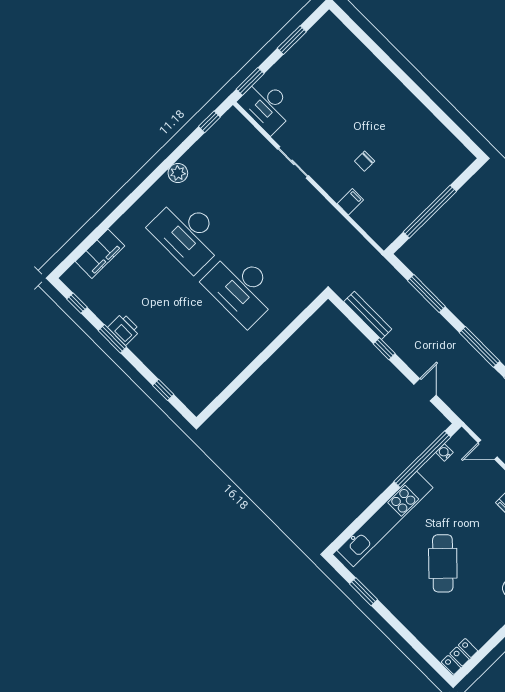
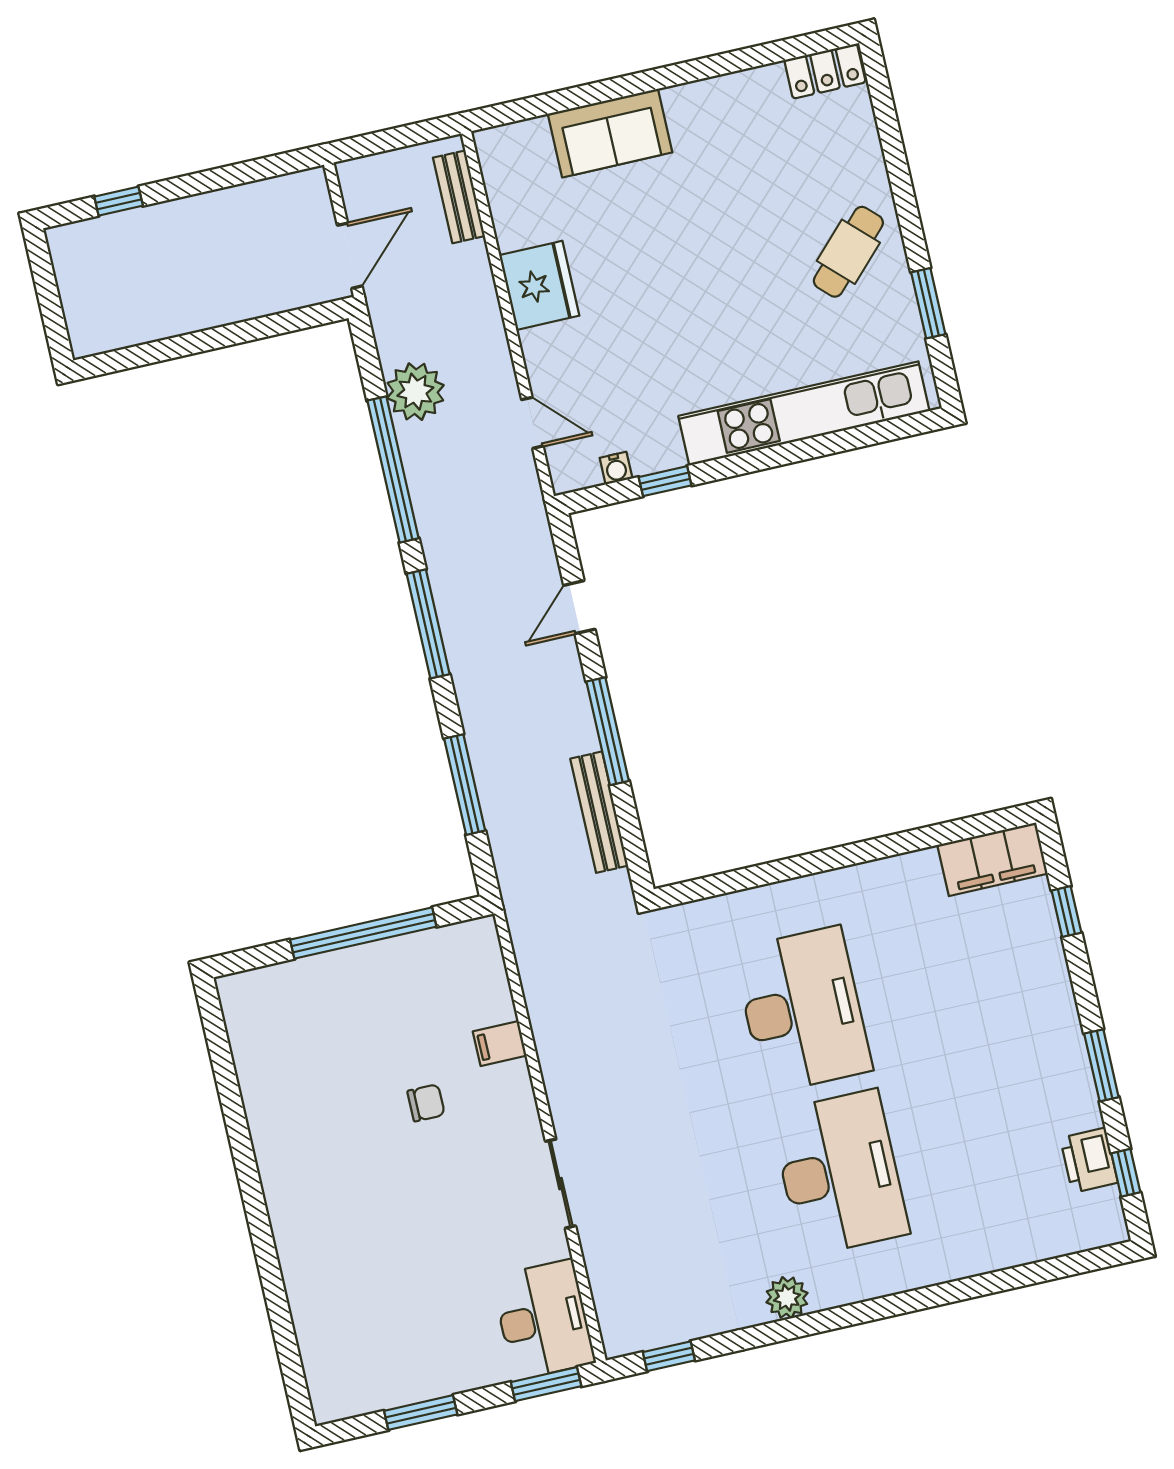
filing cabinet: (100, 254) -> (992, 859), moved, turned 180
printer: (124, 329) -> (1089, 1160), moved
window: (384, 349) -> (608, 731), width x2.17
window: (422, 459) -> (665, 481), width x0.32
cafe table: (443, 563) -> (848, 252), moved, width x0.73, depth x0.74

